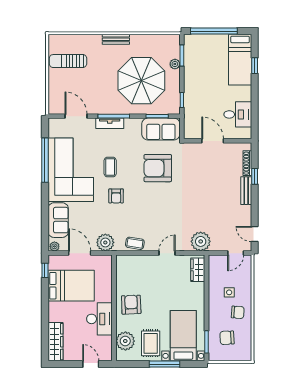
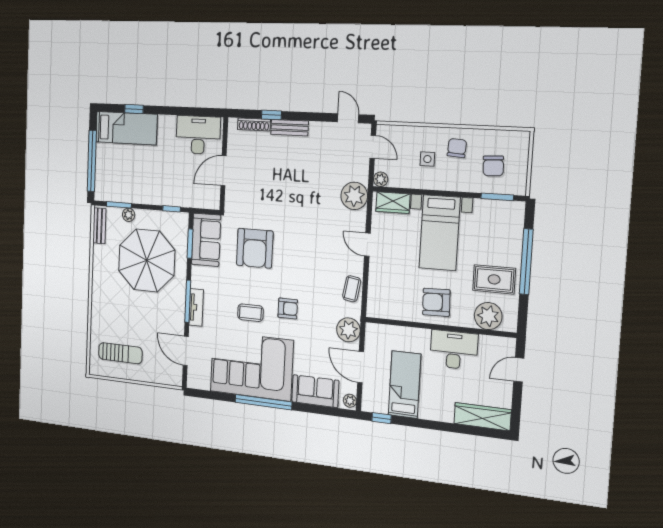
bench: (116, 39) -> (99, 226), moved
sun lounger: (68, 61) -> (120, 353), turned -90
desk: (238, 114) -> (198, 135), width x1.37
door: (76, 116) -> (186, 351), hinge flipped
window: (45, 160) -> (263, 402), moved
door: (255, 234) -> (348, 118), swing flipped
door: (80, 253) -> (361, 367), hinge flipped
plant: (213, 260) -> (381, 179), added
bed: (71, 286) -> (405, 385), width x0.67
bed with nightstands: (183, 336) -> (440, 233), moved, turned -90
window: (164, 364) -> (526, 262), width x1.46

